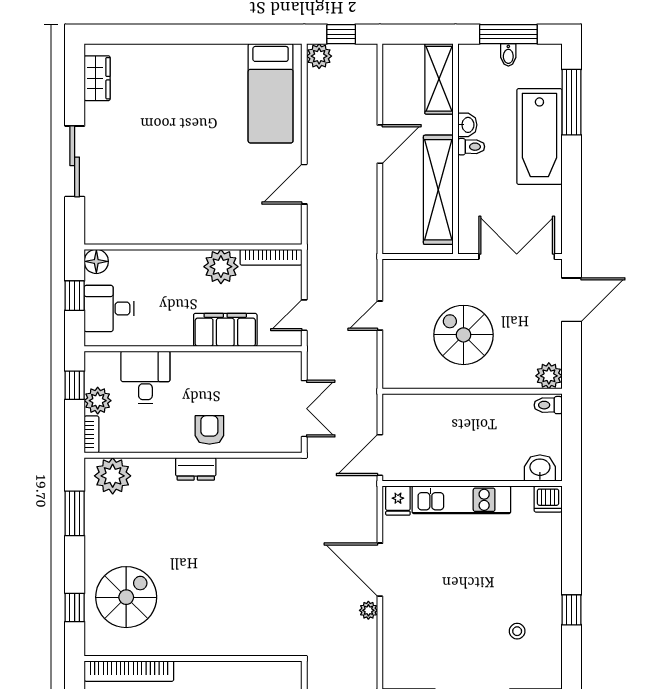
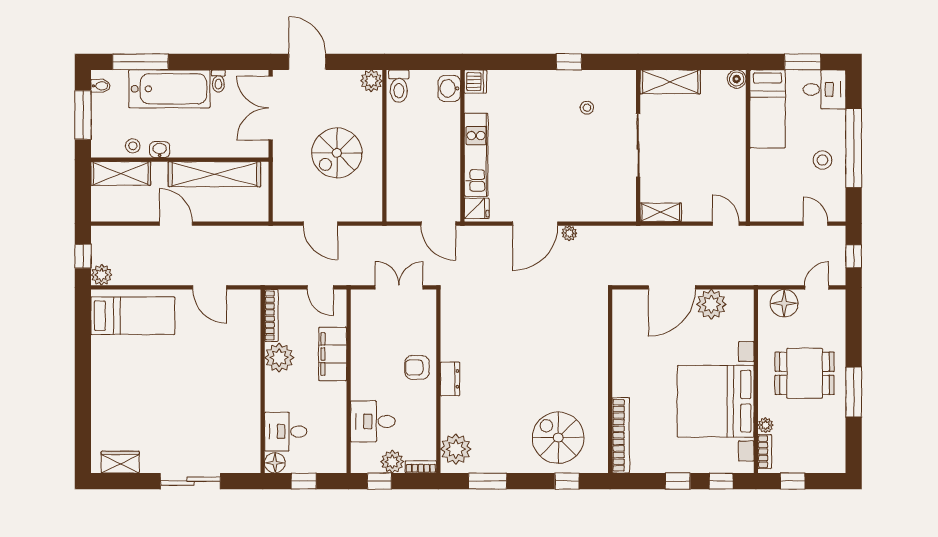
bidet: (508, 55) -> (100, 86), moved
stool: (472, 93) -> (133, 146), added
toilet: (471, 147) -> (218, 81), moved, turned 180
desk: (109, 309) -> (286, 432), moved, turned 90
door: (380, 316) -> (321, 224), width x1.38
toilet: (548, 405) -> (399, 86), width x1.37, depth x1.39

